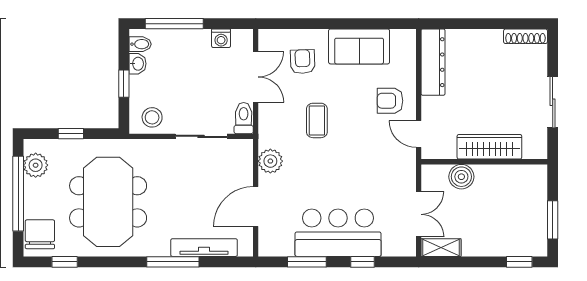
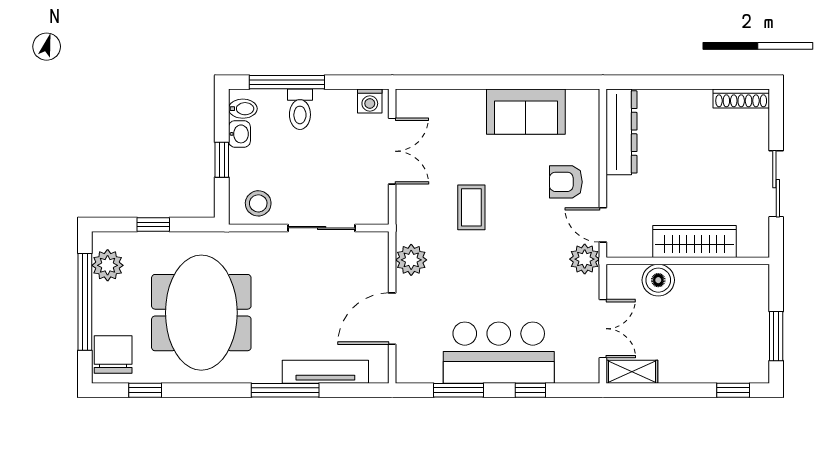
washing machine: (221, 38) -> (370, 101), moved
armchair: (303, 62) -> (453, 131), removed
toilet: (244, 118) -> (300, 109), moved, turned 180
plant: (404, 160) -> (585, 259), added

